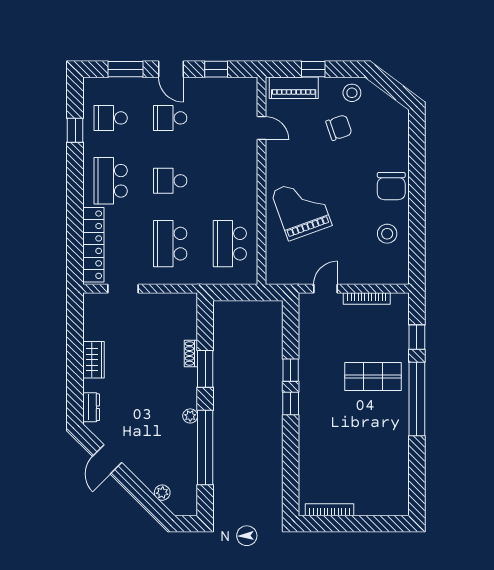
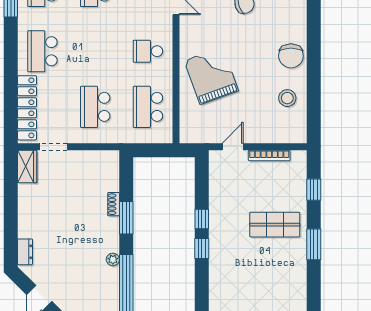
school desk: (170, 181) -> (148, 51), moved
wardrobe: (93, 360) -> (27, 166), moved
window: (417, 399) -> (314, 244), width x0.47

